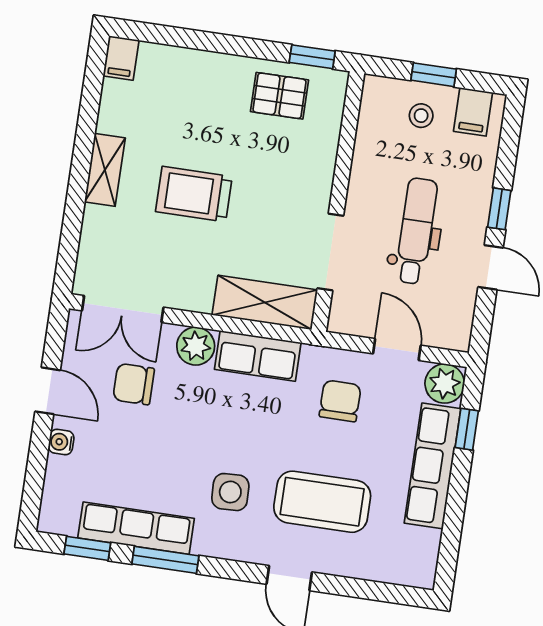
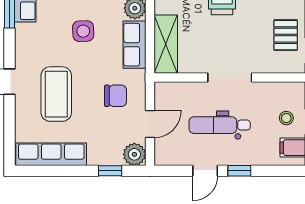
dental chair: (416, 231) -> (220, 125), turned 180
doorway: (330, 252) -> (230, 78), moved
row of seats: (432, 466) -> (51, 154), moved
side table: (230, 492) -> (83, 31), moved

